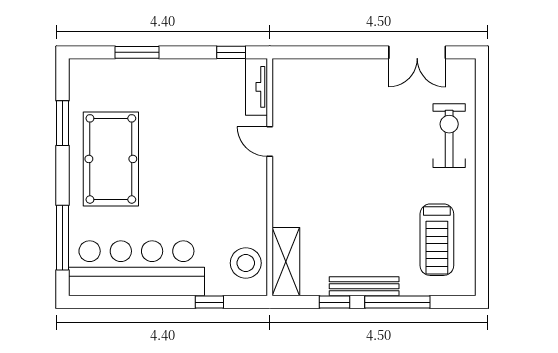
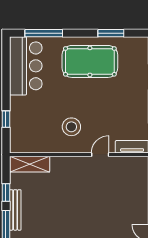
stool: (246, 263) -> (71, 127), moved
bar counter: (136, 268) -> (26, 66), width x0.73

